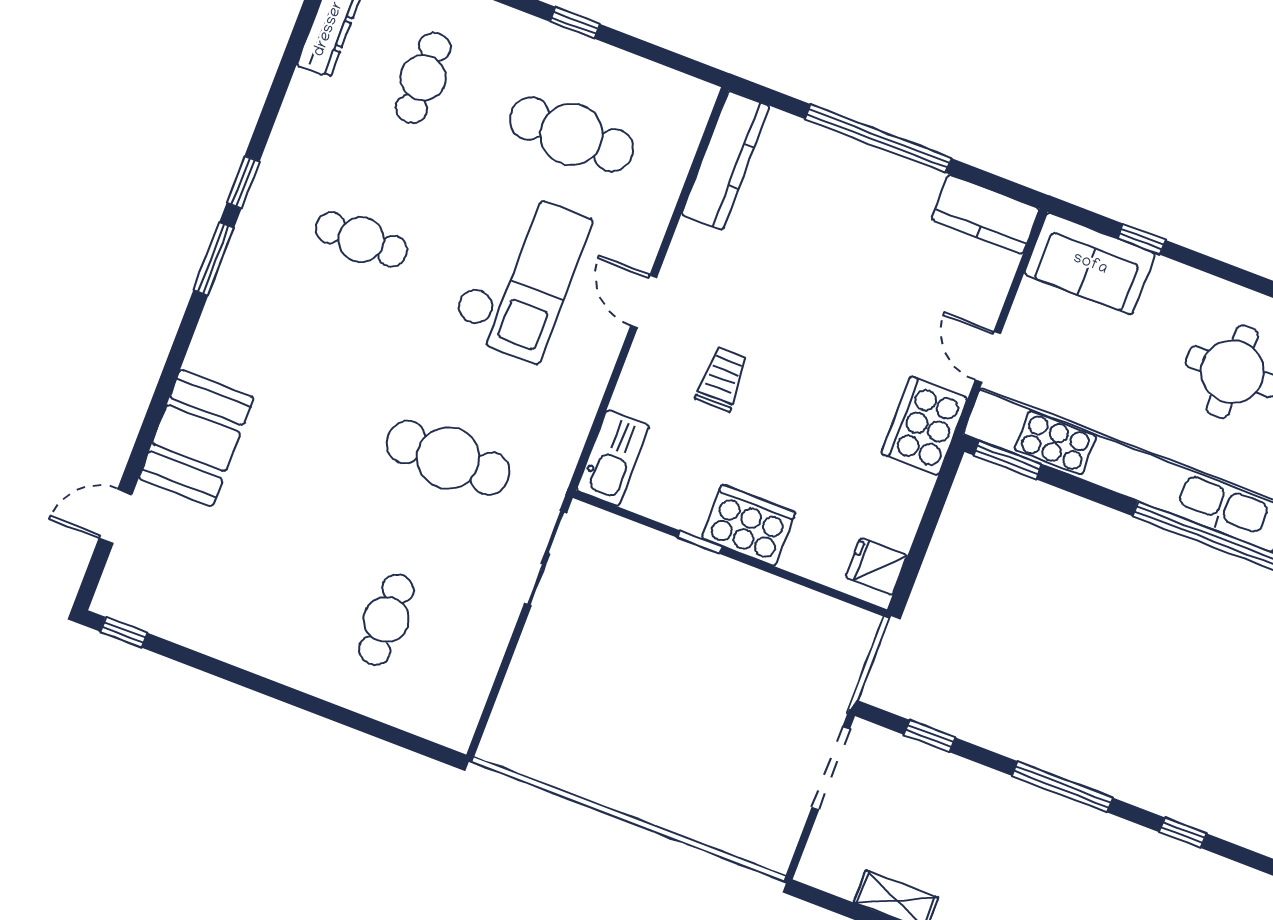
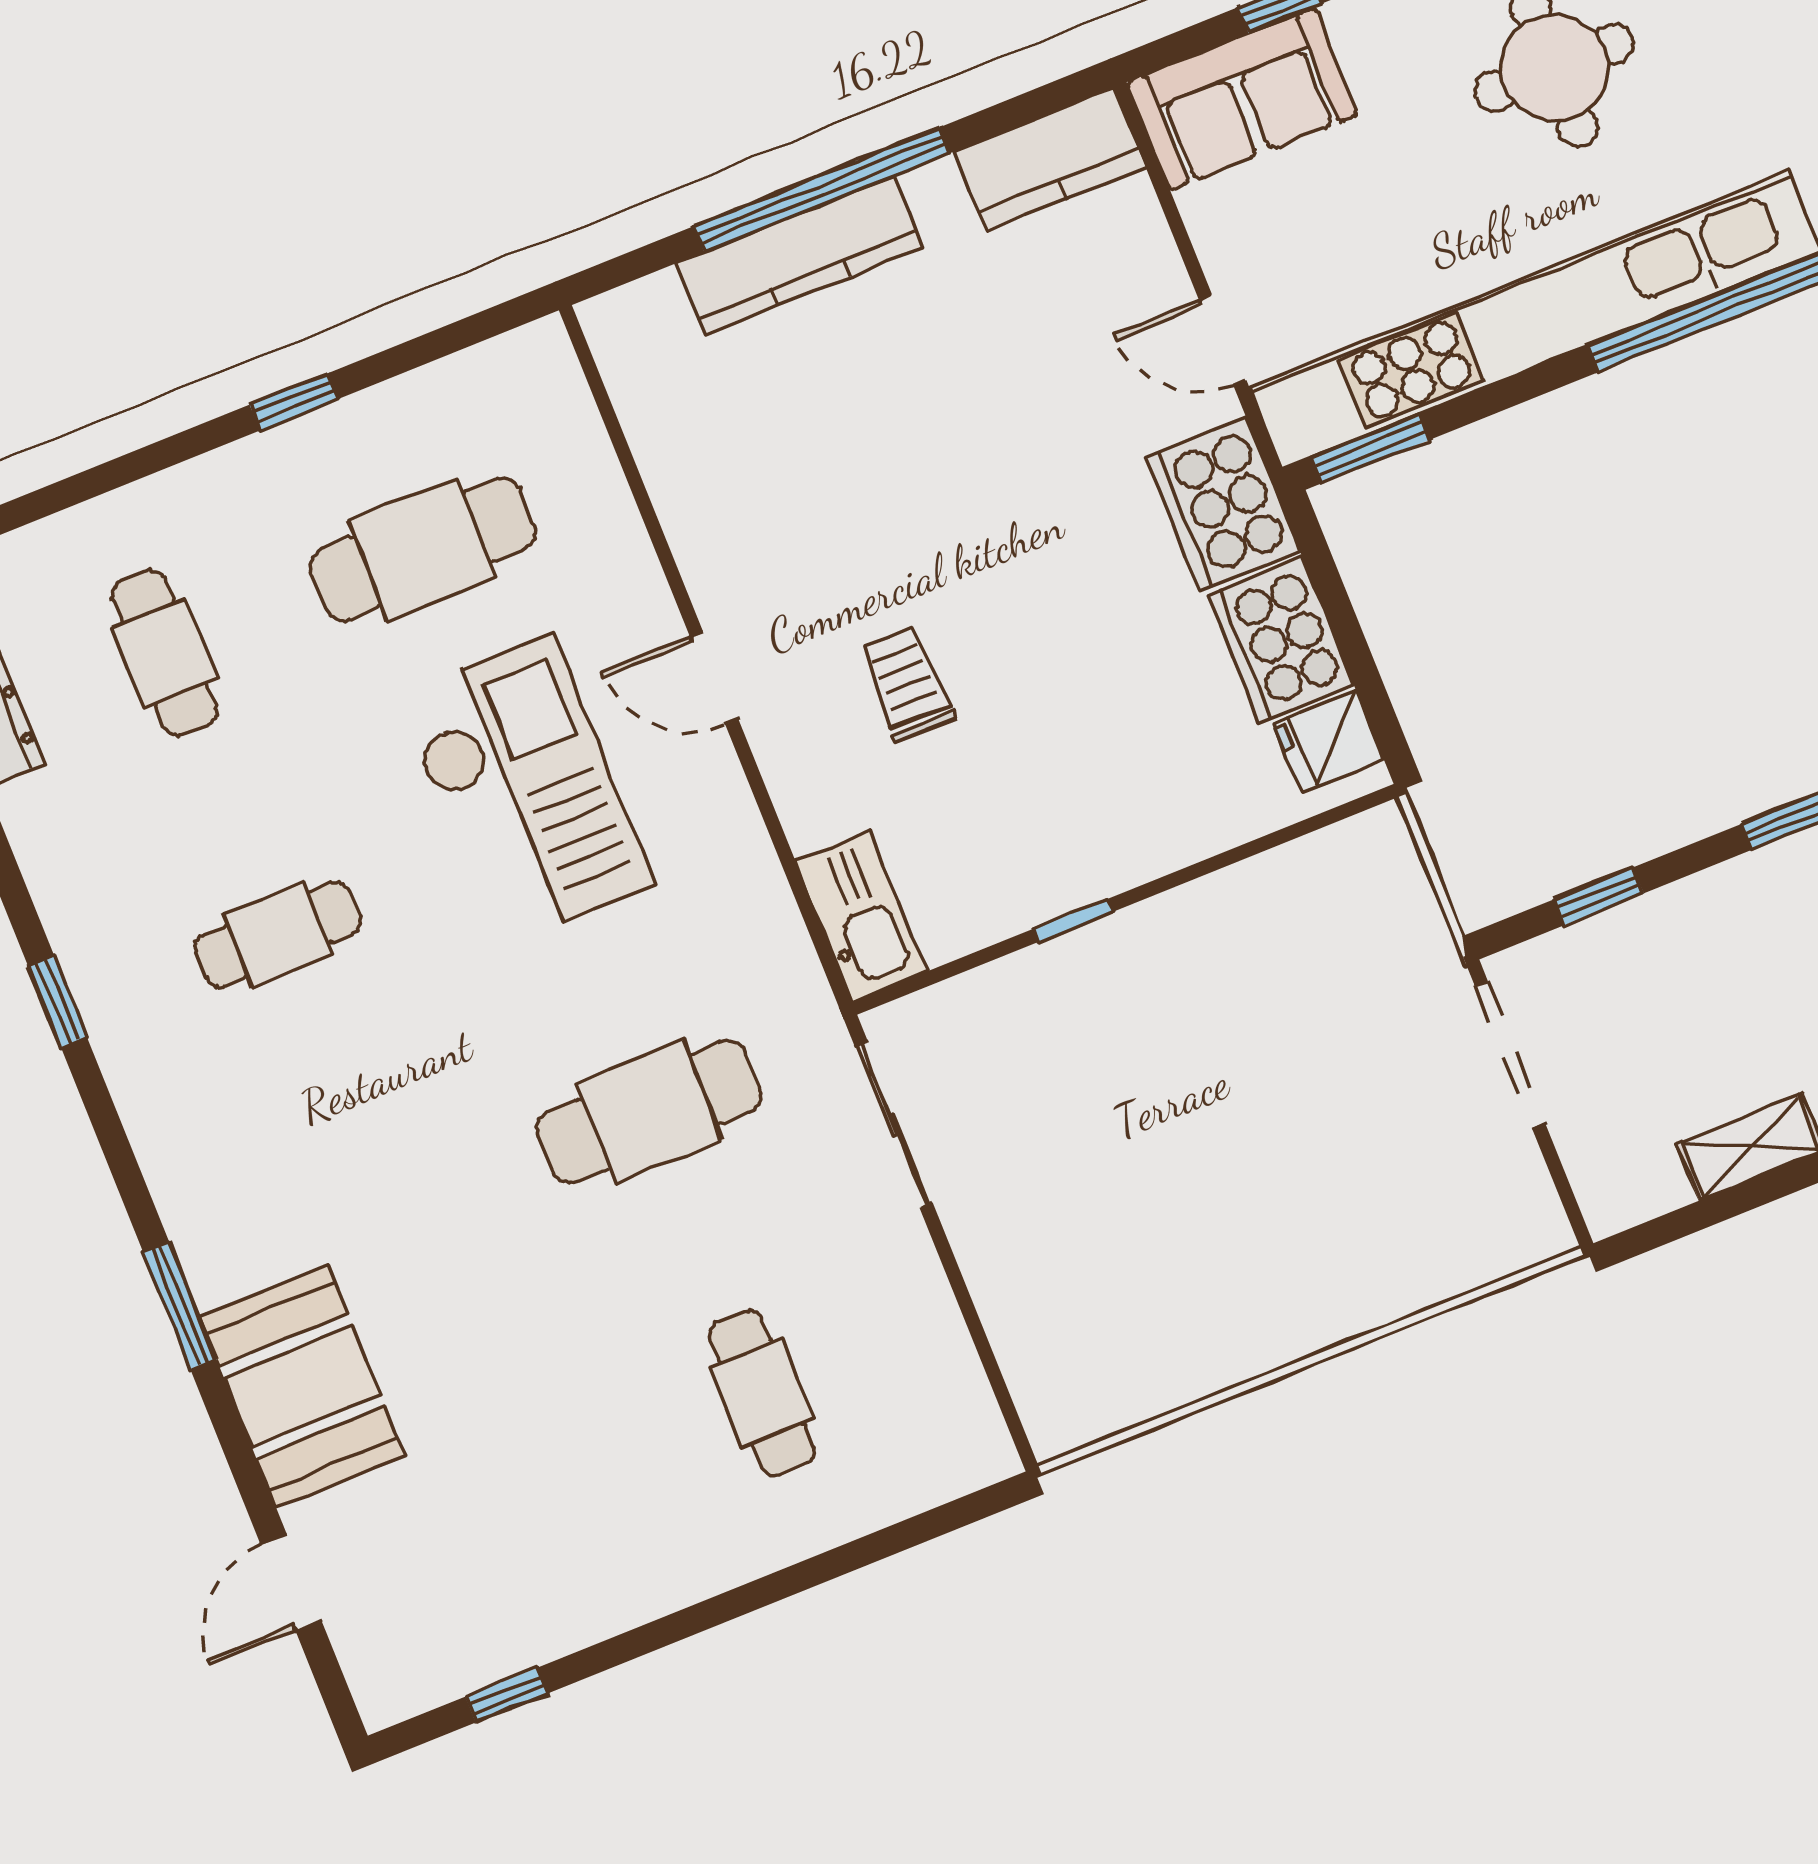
kitchen counter: (726, 160) -> (799, 256), moved, turned 90
window: (214, 259) -> (180, 1306), moved
cooker: (748, 525) -> (1281, 640), moved, turned -90
window: (124, 632) -> (507, 1695), moved

